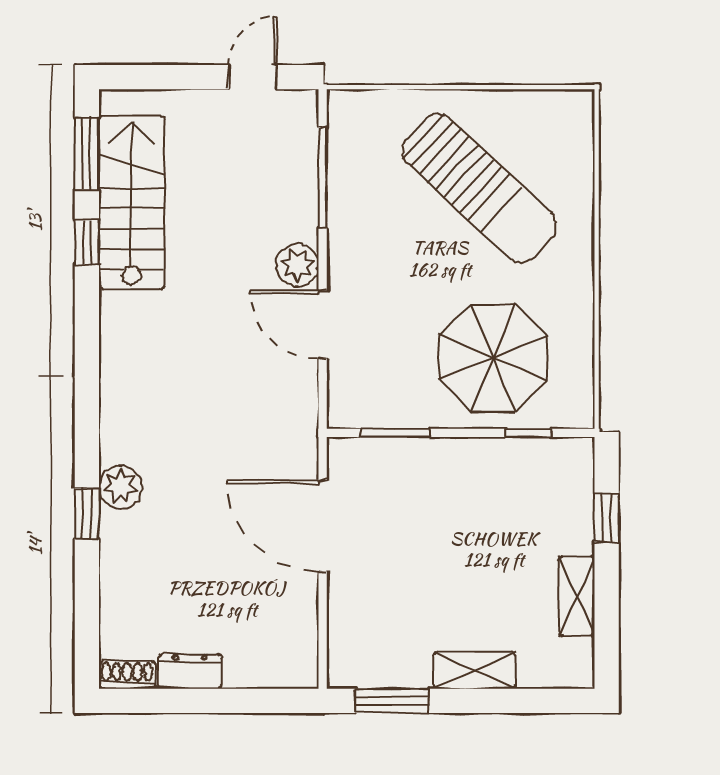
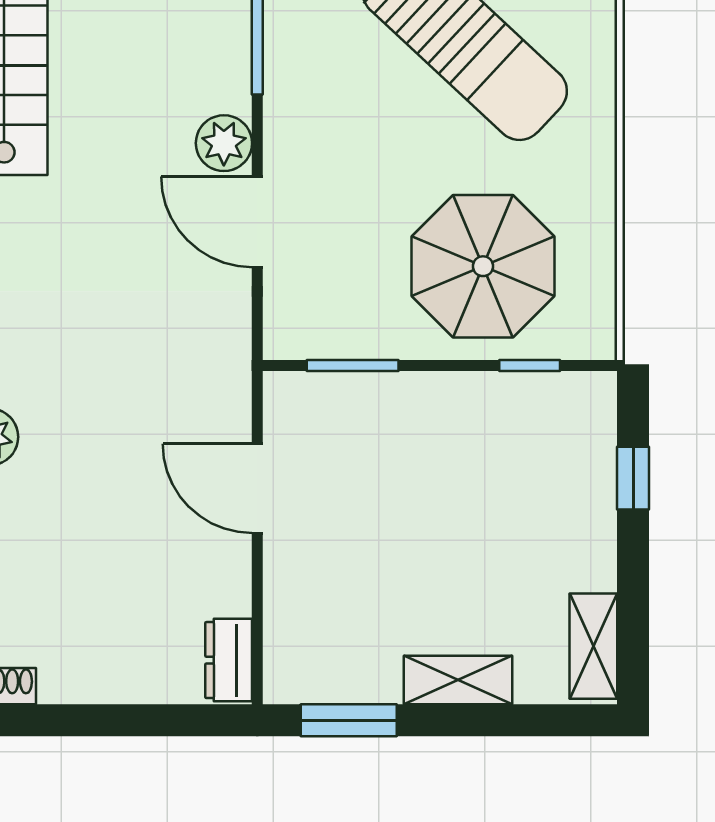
door: (323, 526) -> (257, 488), width x0.73
shelving: (577, 596) -> (593, 646), moved
dresser: (190, 671) -> (229, 660), moved, turned -90

